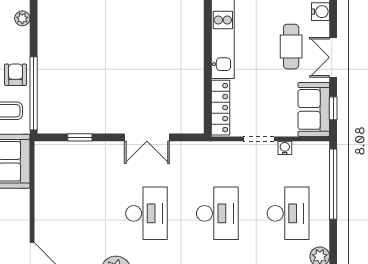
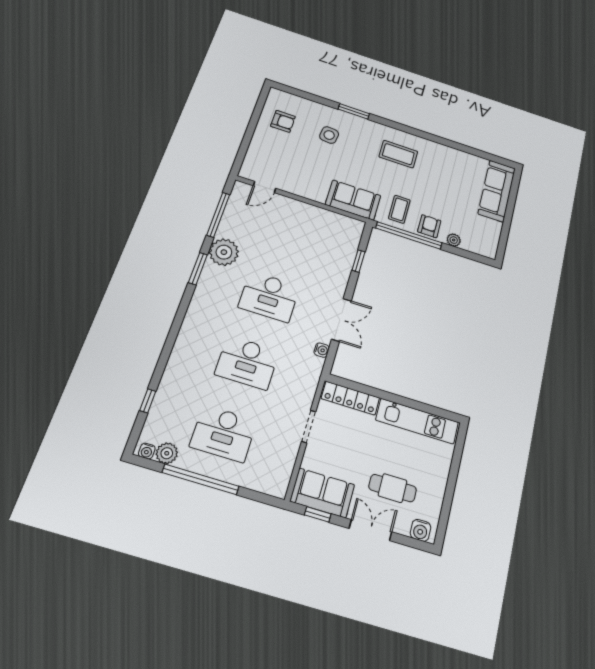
plant: (22, 18) -> (454, 240), moved
armchair: (16, 75) -> (429, 226), turned -90
double door: (147, 137) -> (341, 320), swing flipped
water cooler: (285, 148) -> (322, 350), moved
window: (333, 184) -> (201, 479), moved

